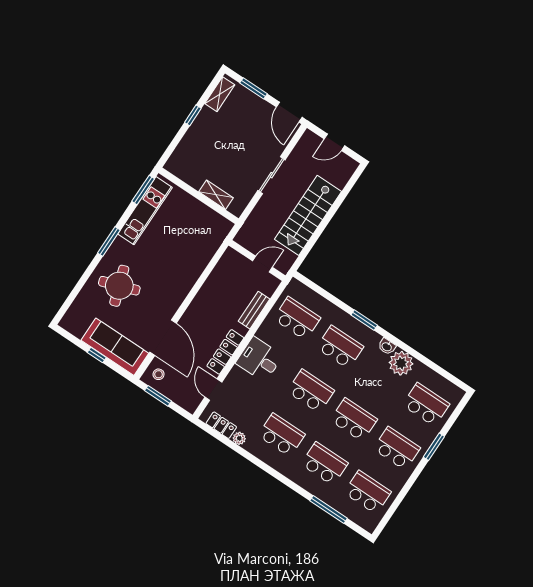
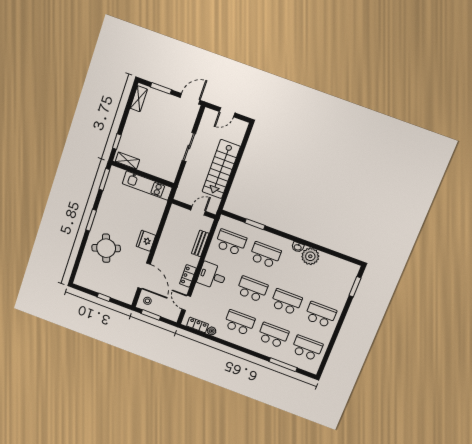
door: (289, 112) -> (190, 99), swing flipped
window: (193, 115) -> (117, 141), moved
shelving: (216, 195) -> (127, 161), moved
kitchen unit: (145, 211) -> (147, 186), moved, turned 90
fridge: (179, 289) -> (146, 241), added
window: (364, 320) -> (255, 224), moved
sofa: (115, 347) -> (114, 289), removed
locker: (225, 352) -> (188, 276), width x0.66
school desk: (426, 405) -> (334, 281), removed
window: (434, 447) -> (355, 287), moved

